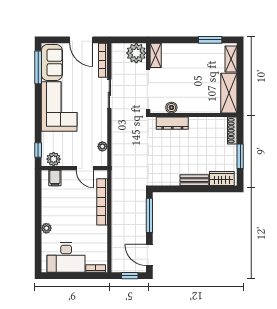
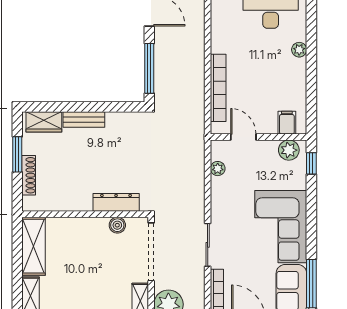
shoe rack: (232, 131) -> (29, 175), moved

